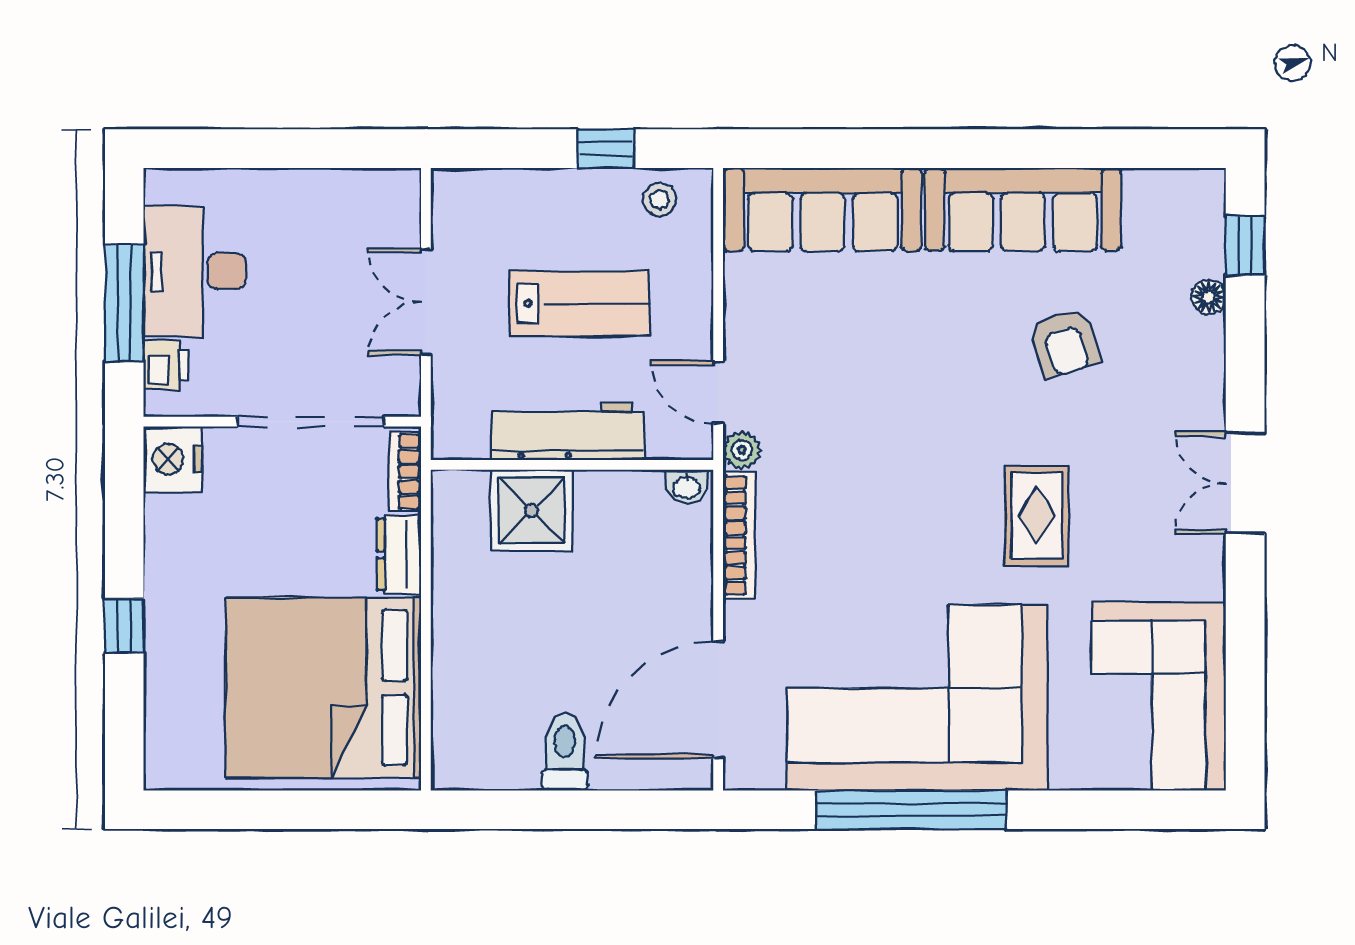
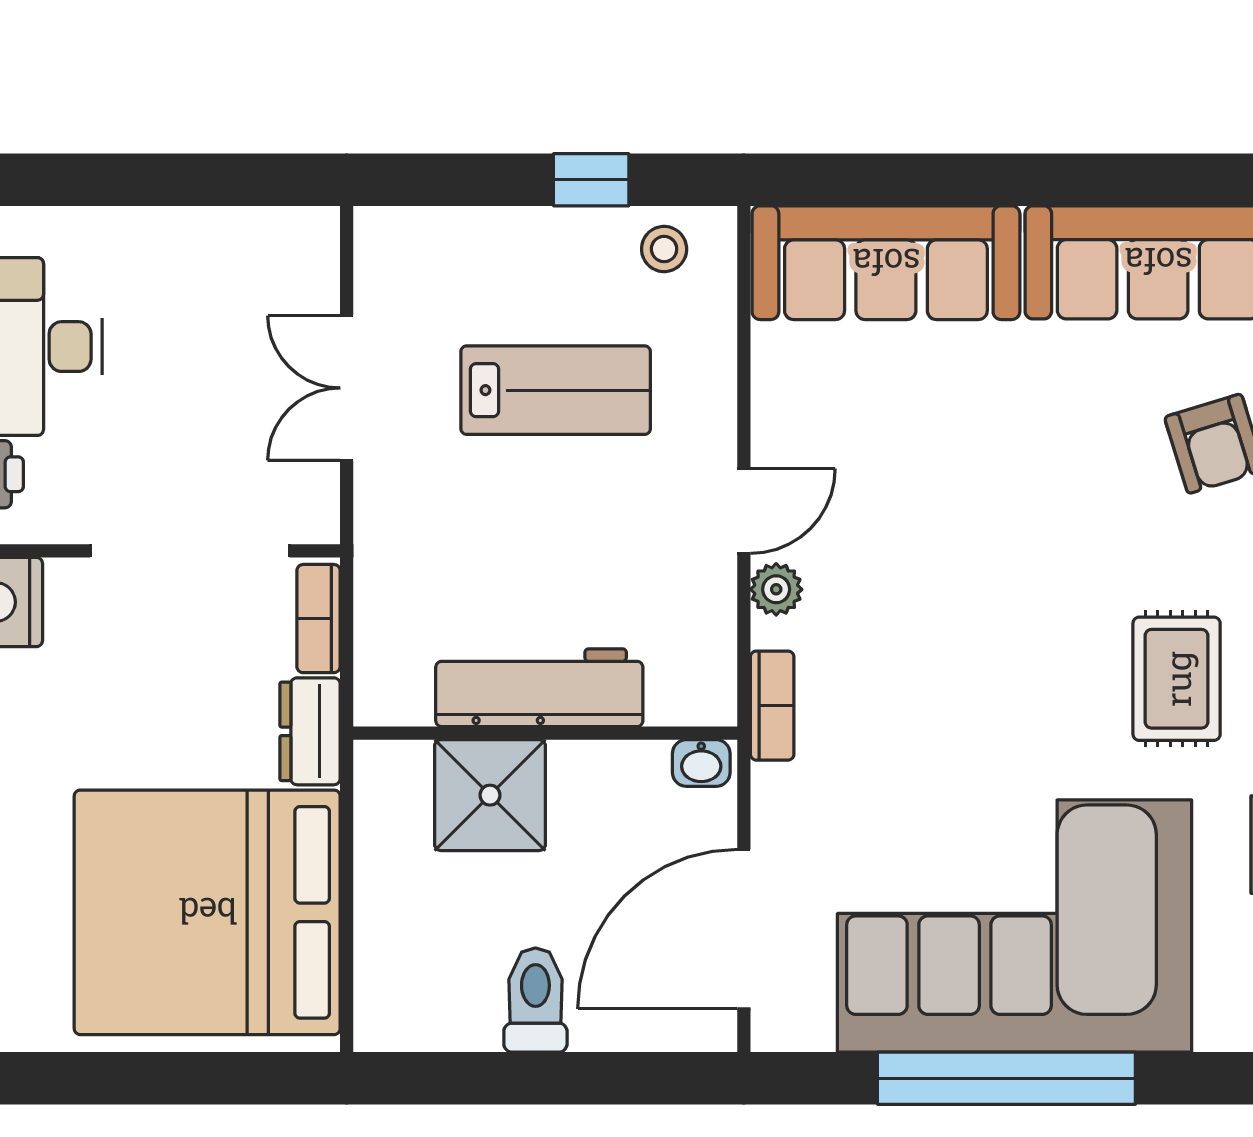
door: (718, 392) -> (744, 511), swing flipped
workbench: (568, 431) -> (539, 688), moved
wall: (572, 465) -> (545, 733), moved
washbasin: (687, 487) -> (701, 763), moved
shower: (531, 510) -> (490, 795), moved
bookcase: (739, 535) -> (772, 706), width x0.64

